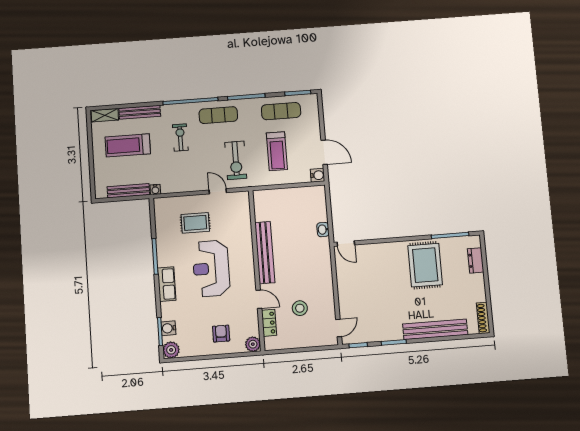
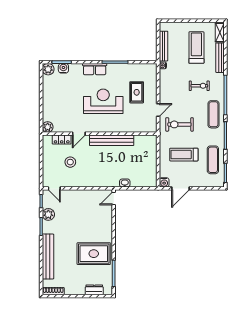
plant: (376, 333) -> (48, 214), added
armchair: (221, 334) -> (57, 105), removed

